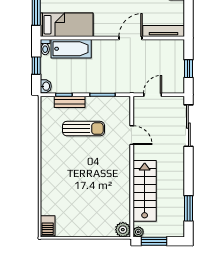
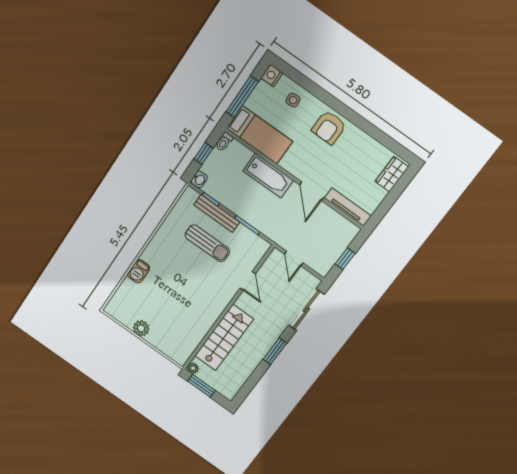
door: (131, 38) -> (312, 191), swing flipped
bathtub: (71, 49) -> (268, 176), moved
door: (153, 95) -> (294, 258), swing flipped
bench: (70, 102) -> (217, 213), width x1.36
window: (188, 208) -> (275, 351), moved
barbecue: (48, 226) -> (139, 271), moved
plant: (123, 230) -> (141, 328), moved

